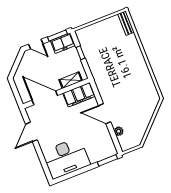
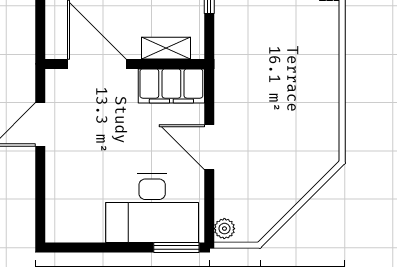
plant: (119, 131) -> (224, 229), moved
desk: (66, 158) -> (152, 208), moved

